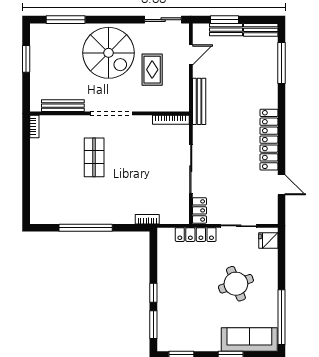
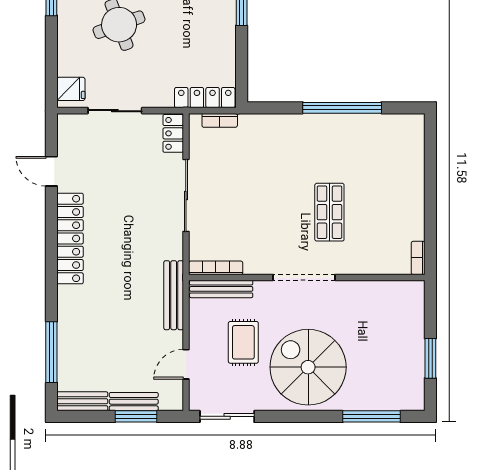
bench: (63, 106) -> (221, 289), moved
bookcase: (147, 219) -> (220, 120), moved
locker: (196, 235) -> (205, 98), moved

